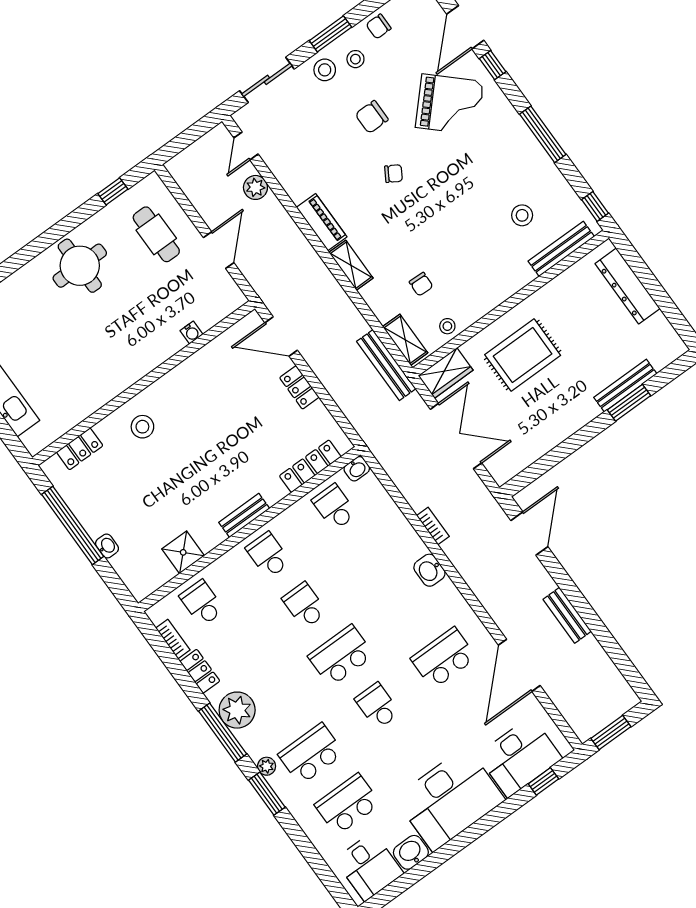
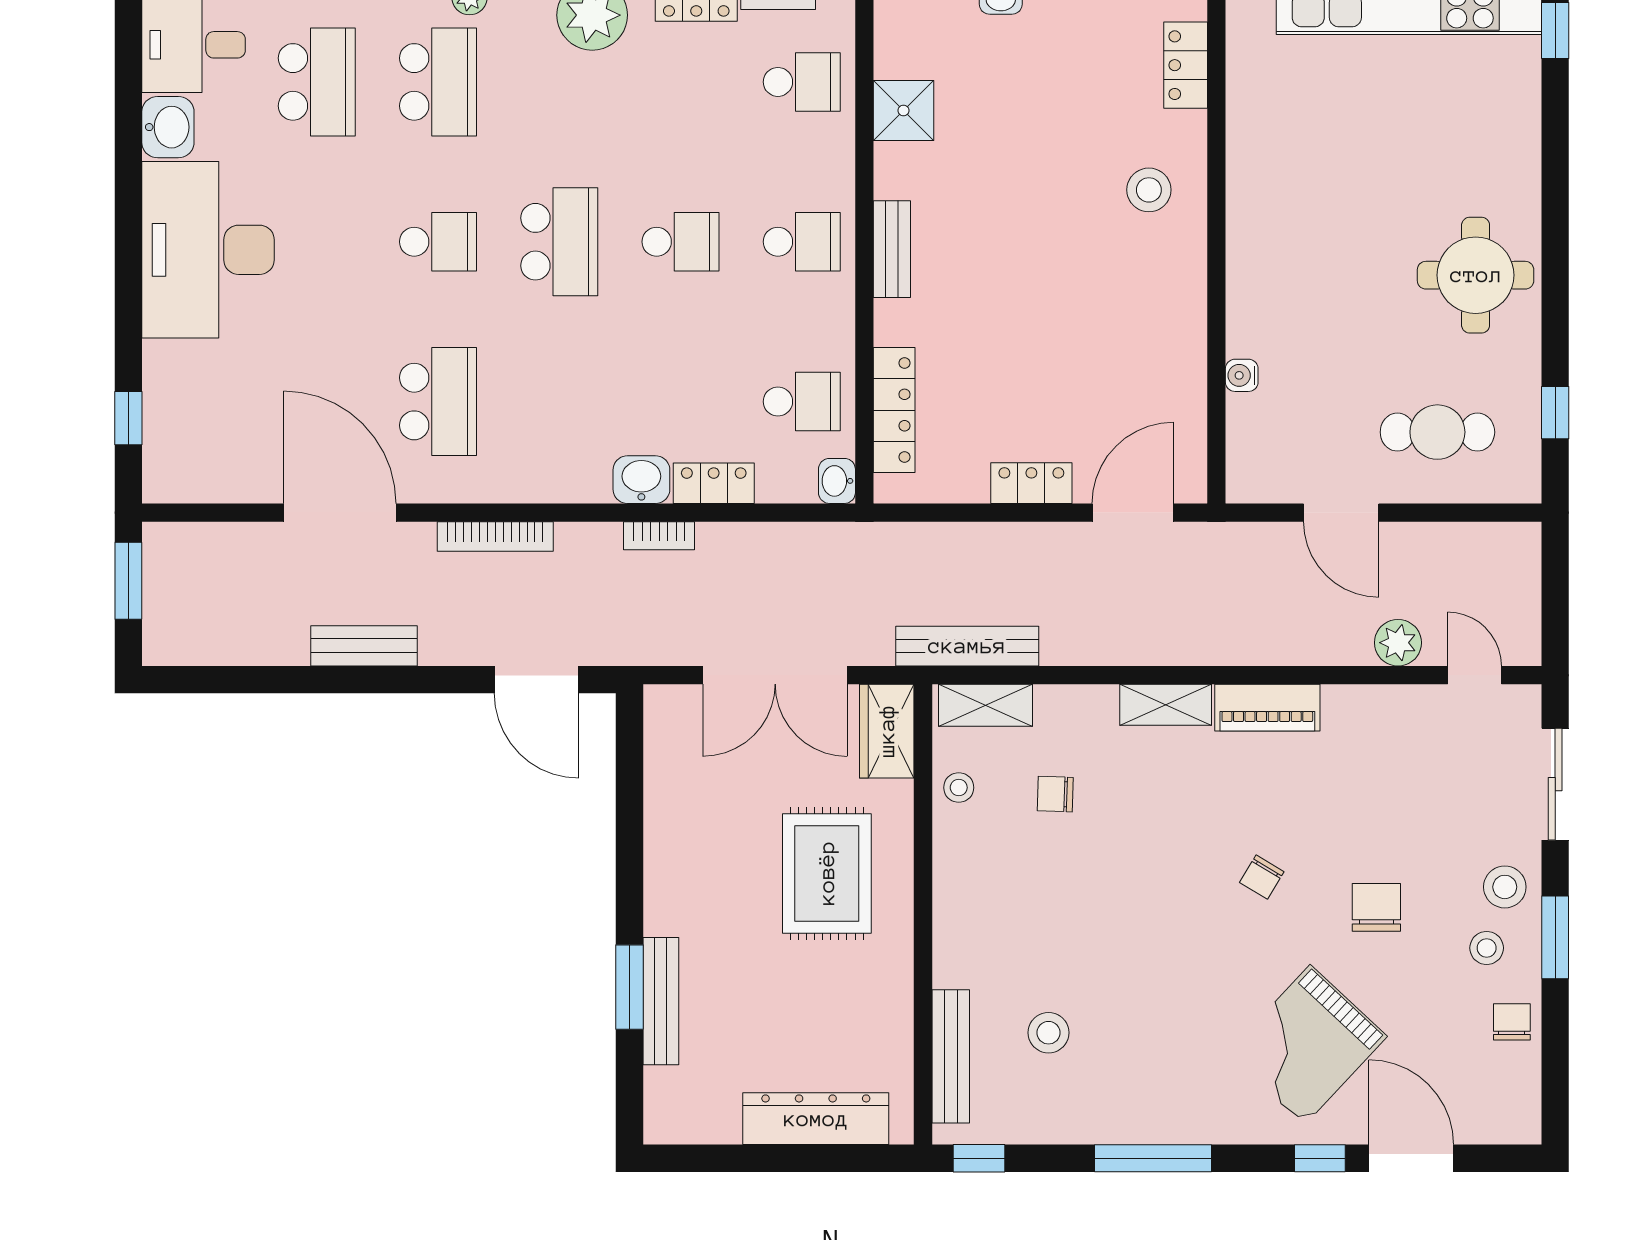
locker: (395, 519) -> (714, 483), added
washbasin: (429, 570) -> (641, 480), moved
bookcase: (482, 594) -> (495, 536), added
desk: (520, 757) -> (194, 409), removed

